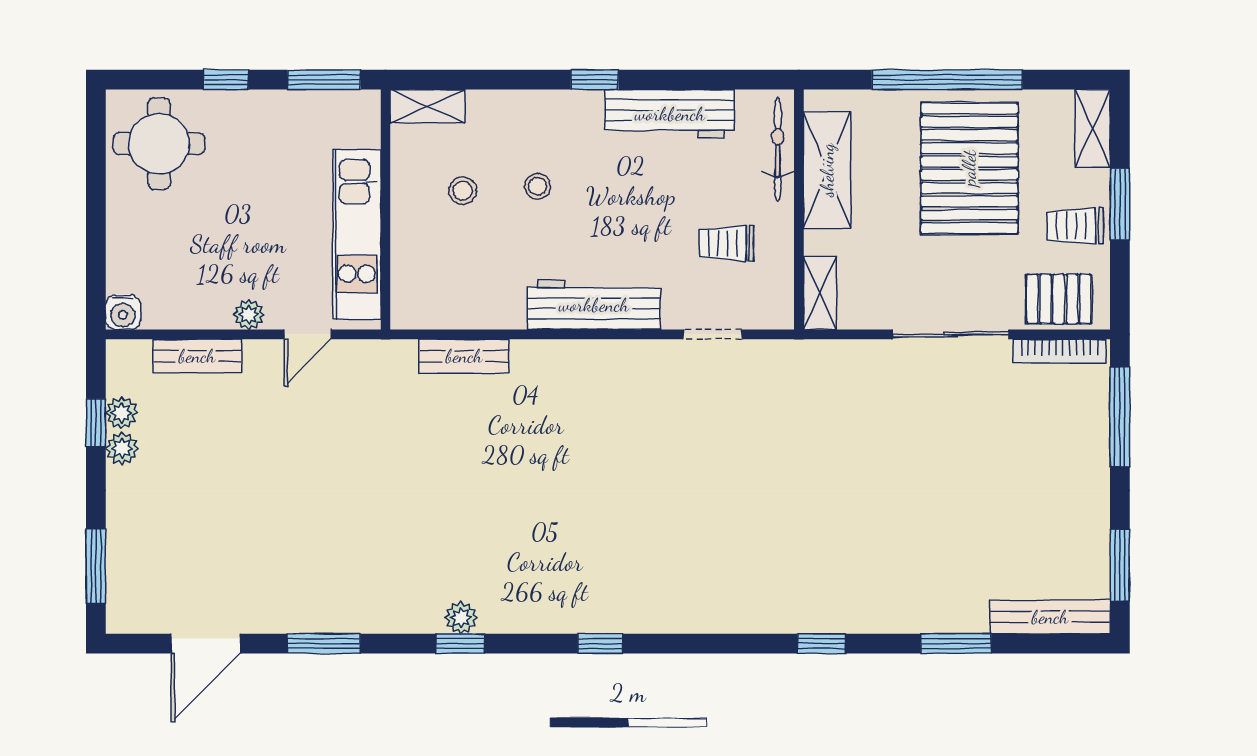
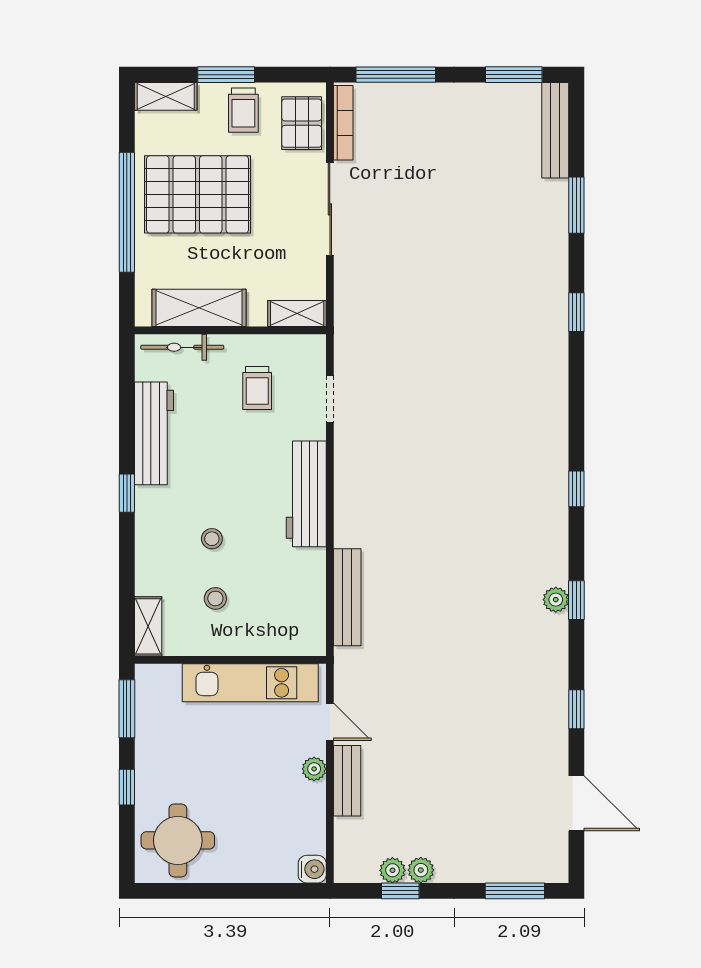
bench: (197, 356) -> (347, 781), moved
bench: (464, 356) -> (347, 597), width x1.36
window: (324, 644) -> (576, 709), width x0.67

